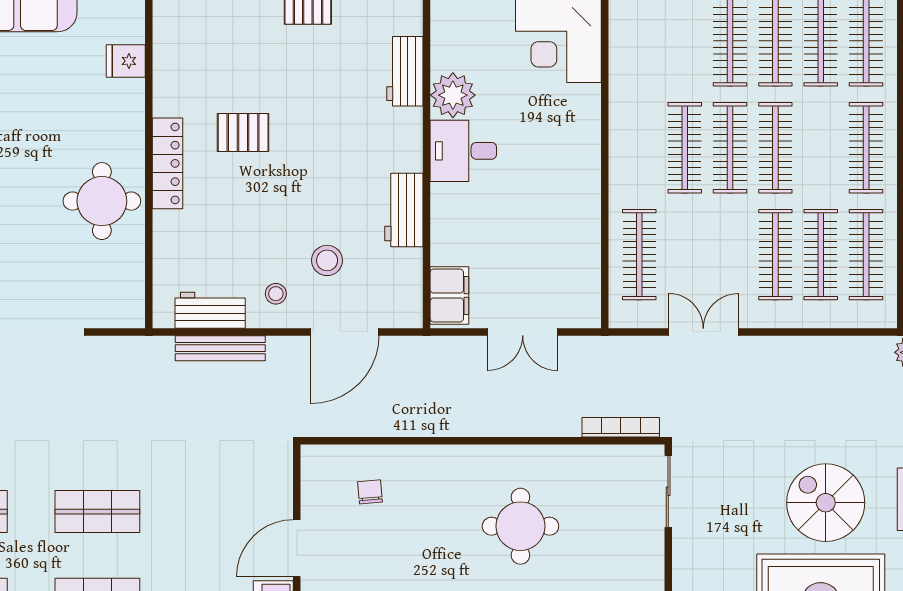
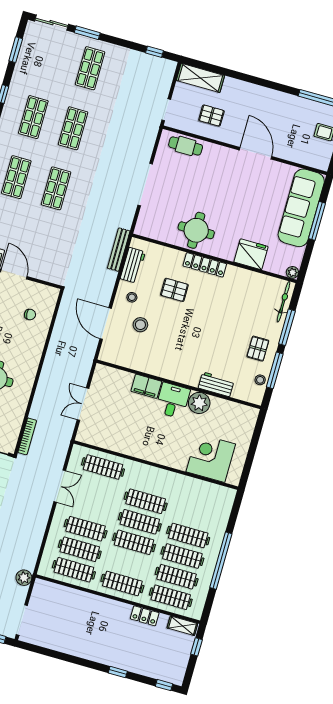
fridge: (126, 61) -> (251, 254), width x1.88, depth x1.34
pallet: (243, 133) -> (174, 290), moved, turned 90
workbench: (404, 210) -> (153, 366), removed
filing cabinet: (449, 295) -> (146, 386), moved
bench: (220, 348) -> (119, 250), moved

